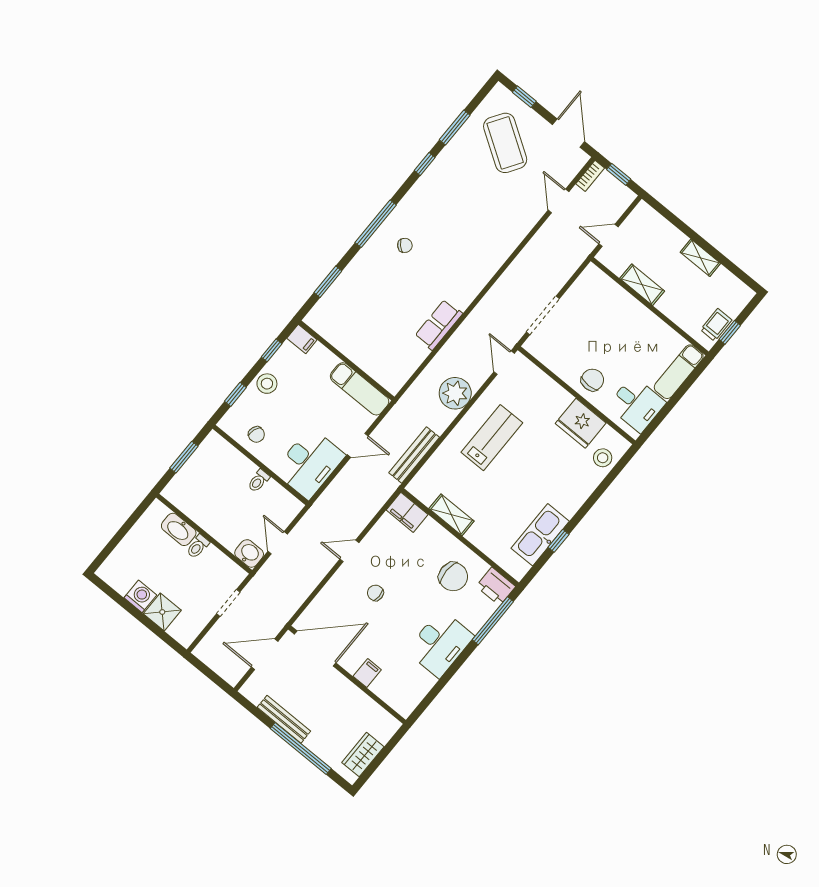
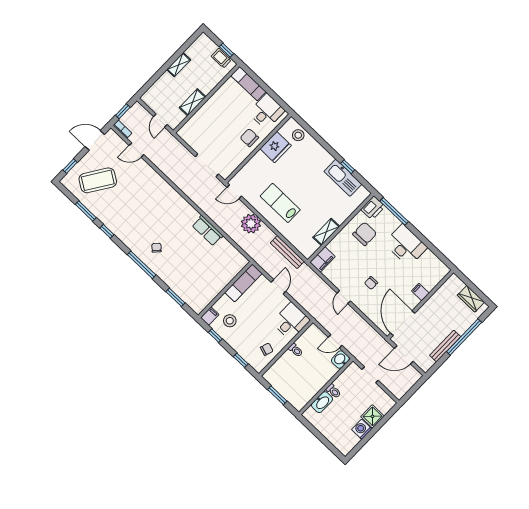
stool: (267, 384) -> (230, 321), moved
desk: (309, 463) -> (291, 321), width x0.73
door: (265, 654) -> (404, 355), hinge flipped

